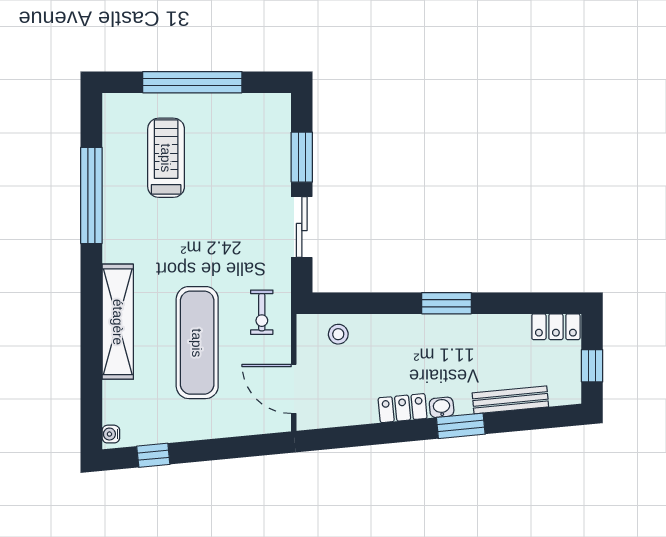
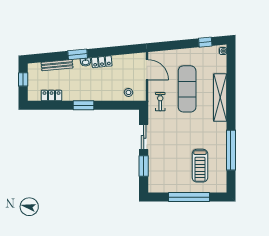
locker: (556, 327) -> (52, 96), moved

